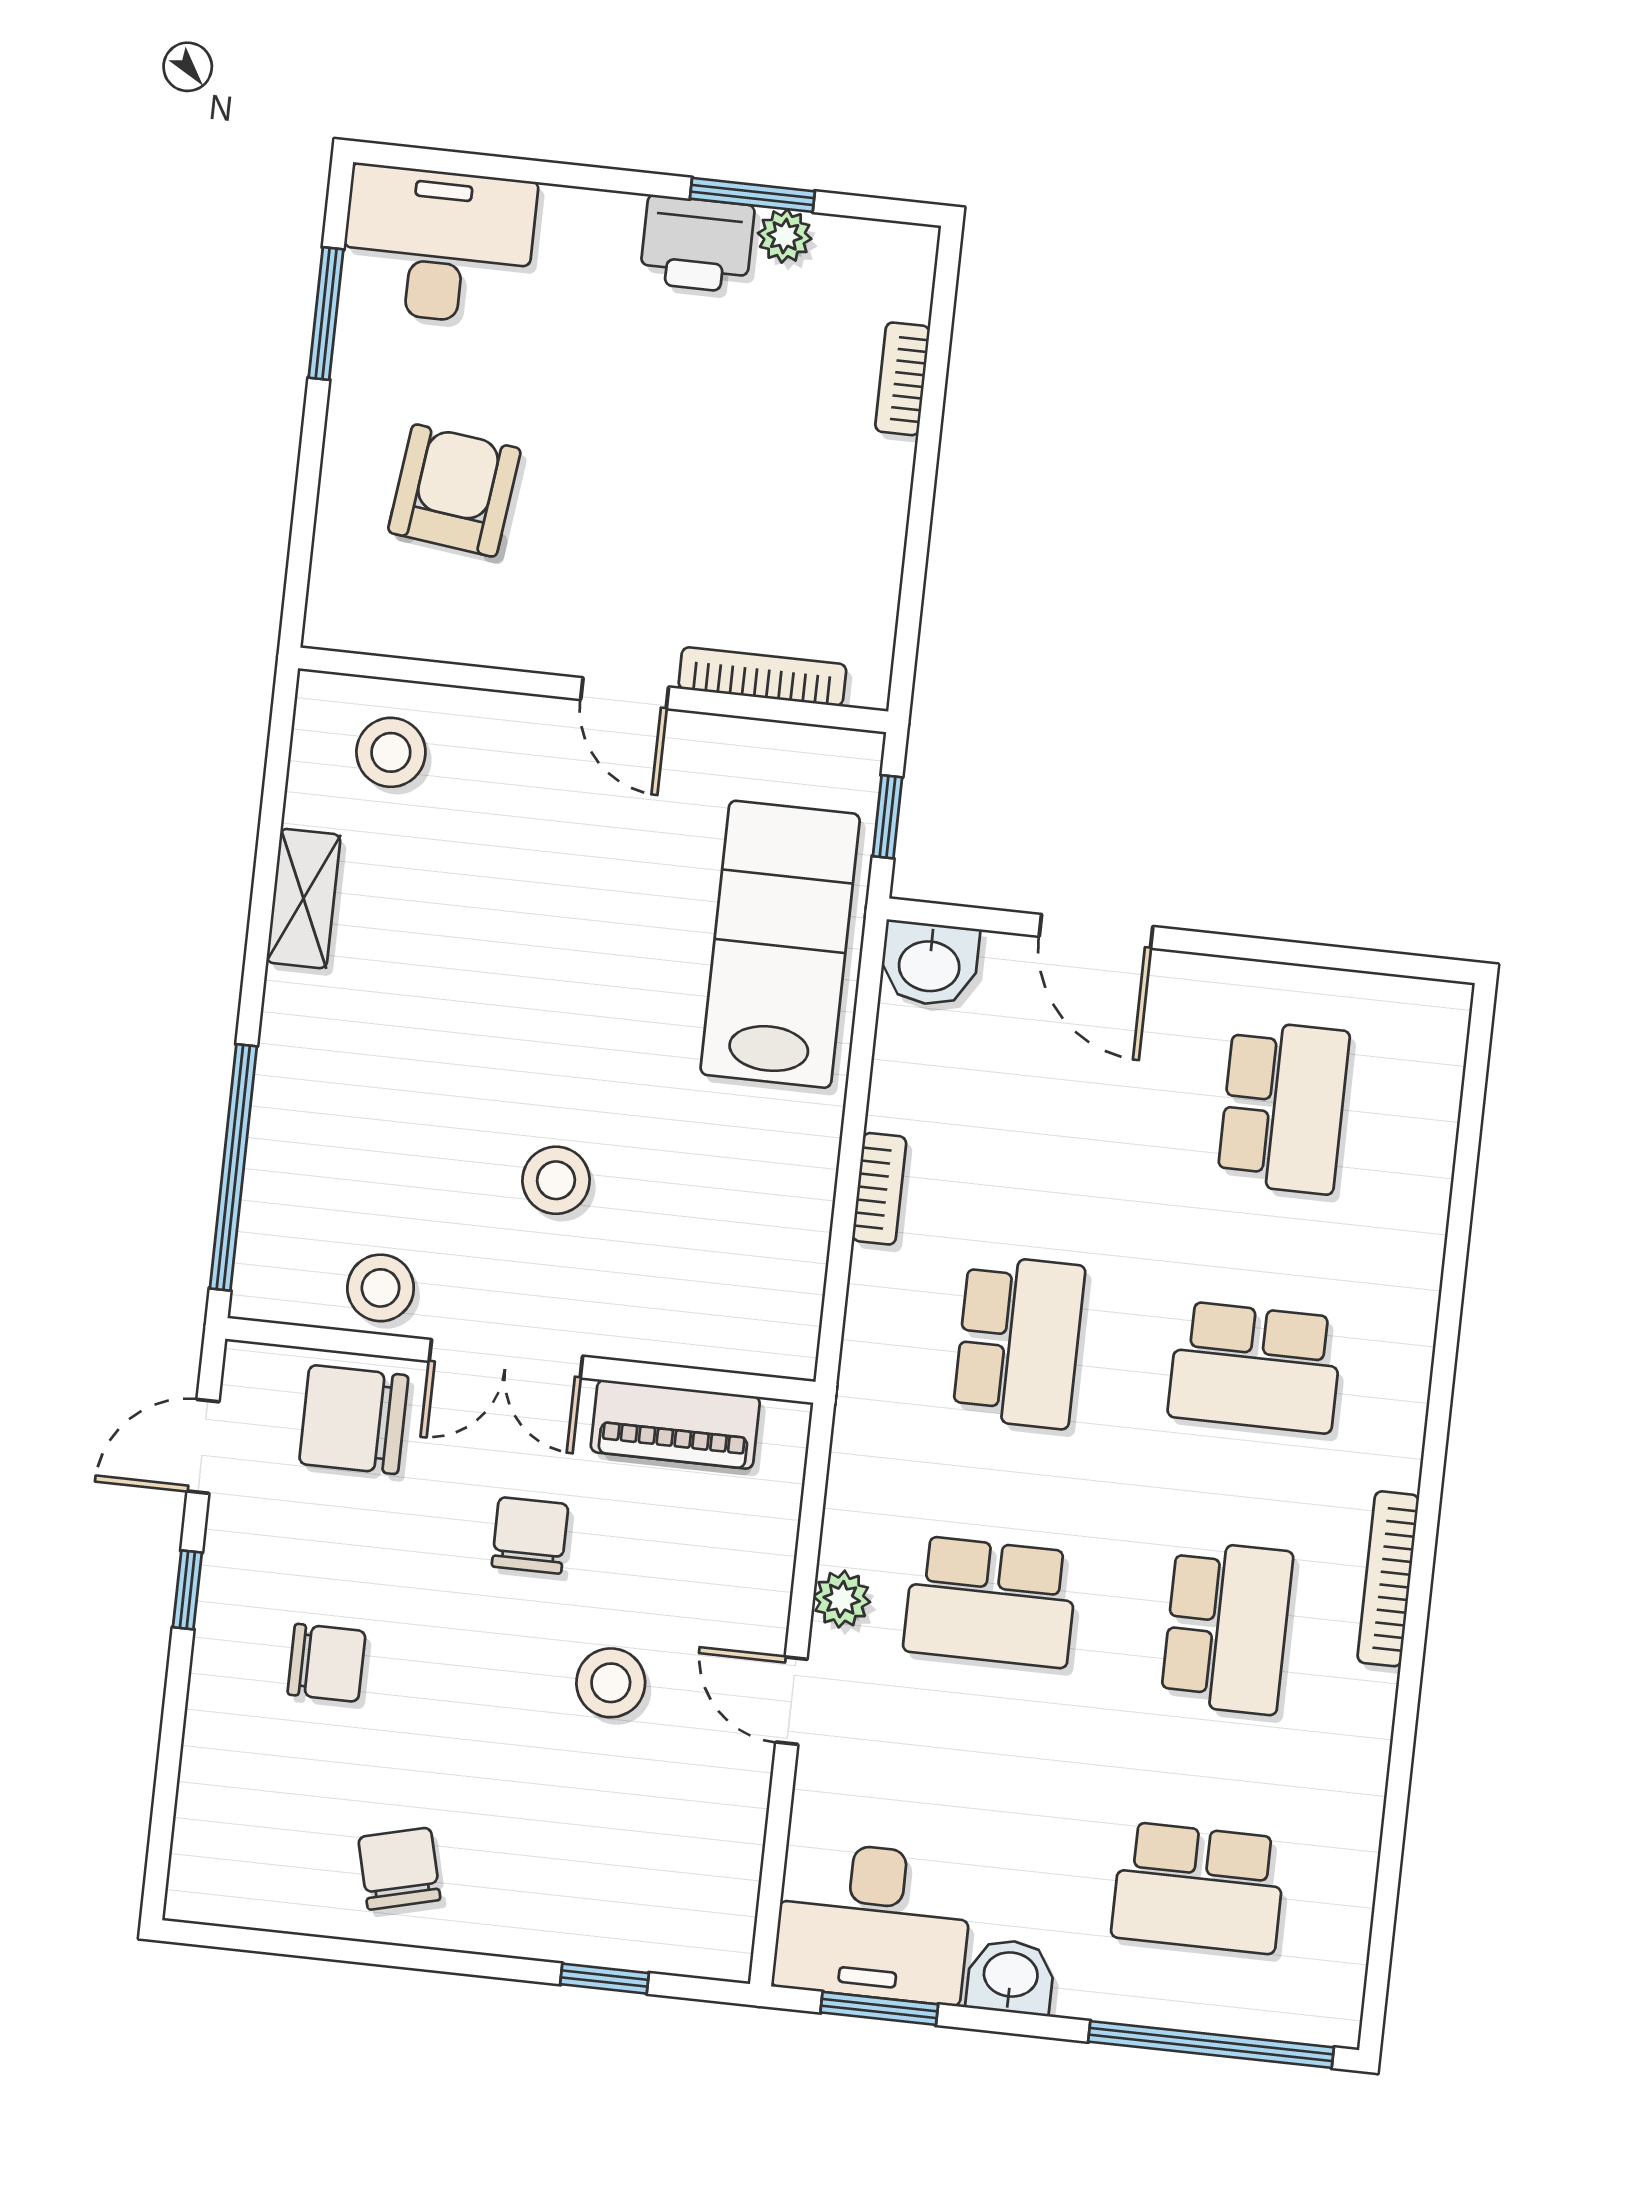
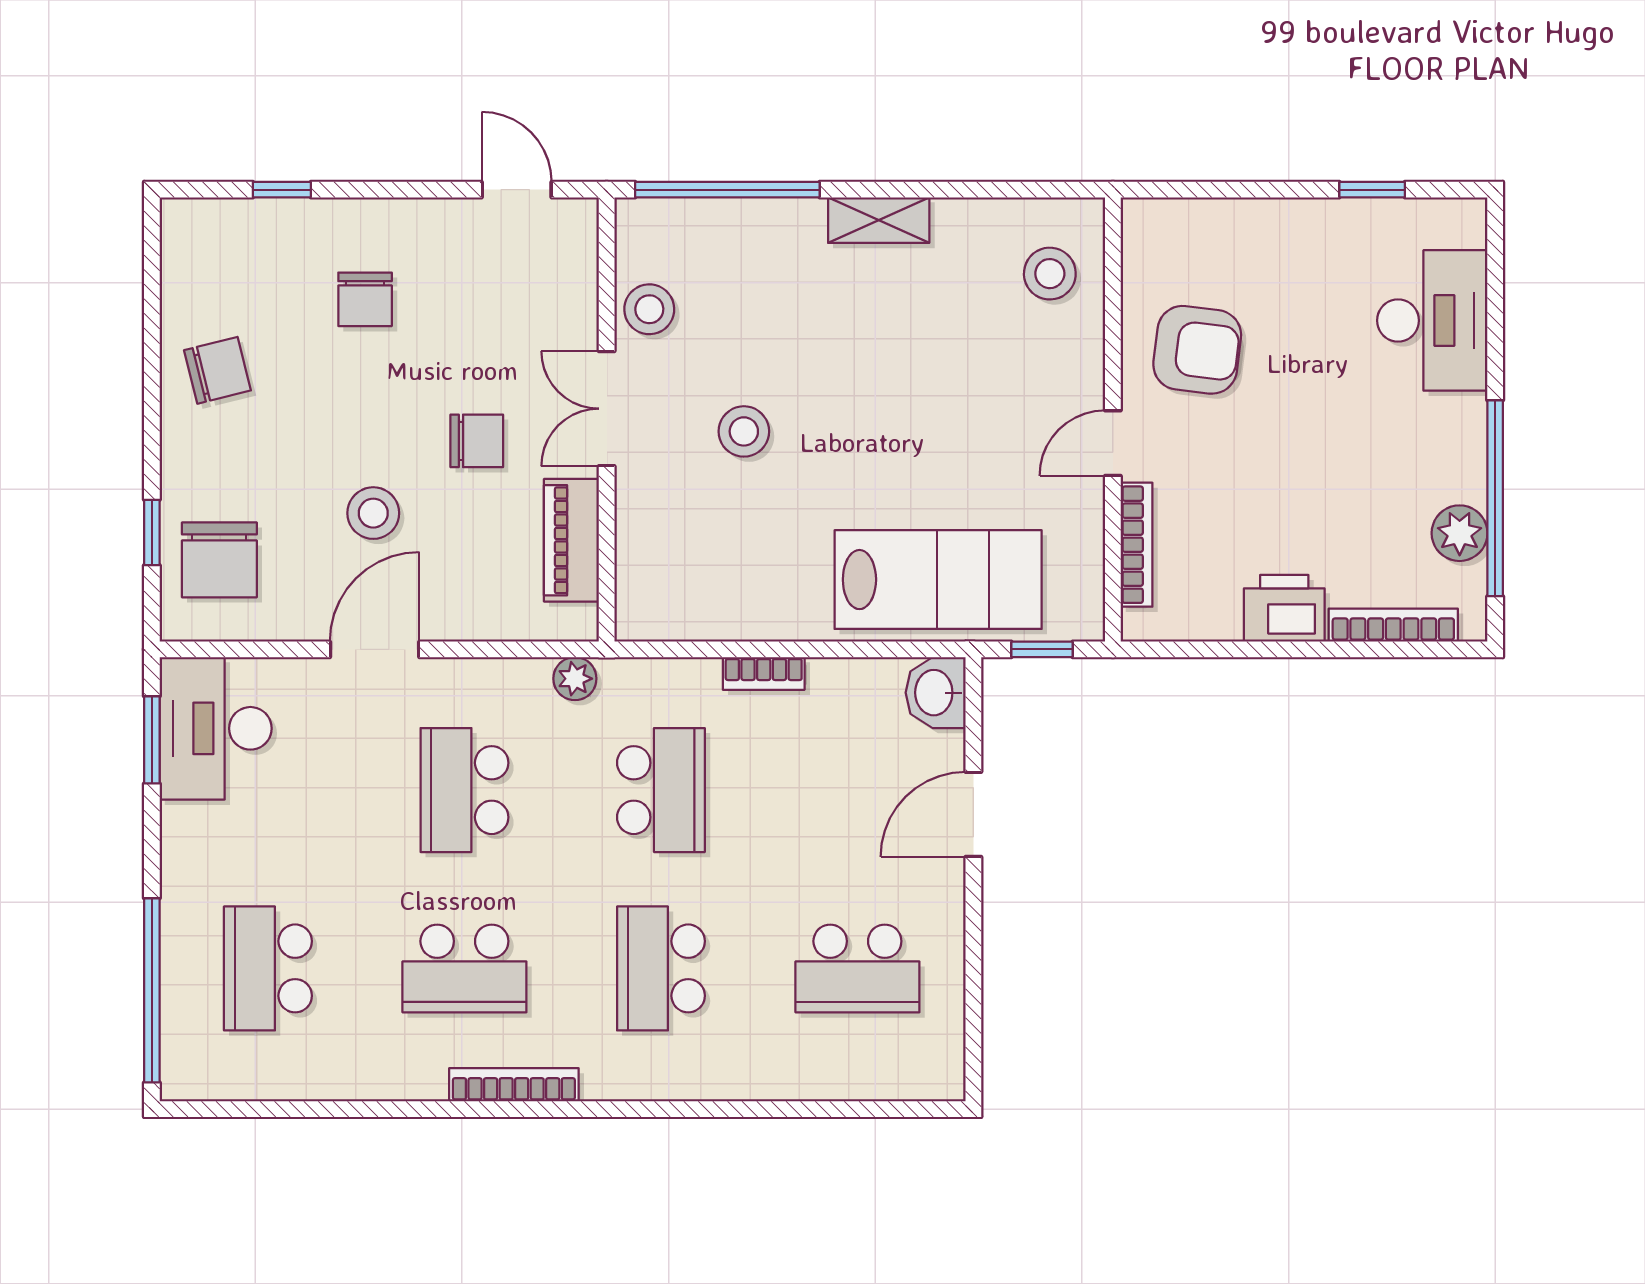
window: (752, 195) -> (1495, 498), width x2.11
plant: (785, 236) -> (1460, 533), width x1.38, depth x1.38
printer: (697, 244) -> (1284, 608), moved, turned 90
desk: (438, 245) -> (1432, 320), moved
window: (326, 313) -> (1372, 190), width x0.67
bookcase: (902, 379) -> (1393, 625), width x1.56
armchair: (454, 491) -> (1197, 350), moved
shelving: (303, 899) -> (879, 220), moved
school desk: (1019, 1342) -> (661, 790), turned -90
chair: (354, 1420) -> (219, 560), moved, turned 180
window: (187, 1590) -> (282, 190), moved
plant: (842, 1599) -> (575, 679), moved
door: (791, 1701) -> (375, 649), width x1.38
washbasin: (1010, 1977) -> (186, 835), removed

